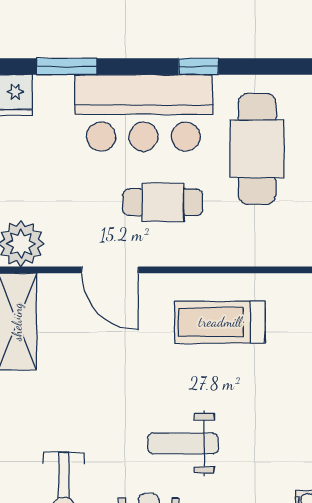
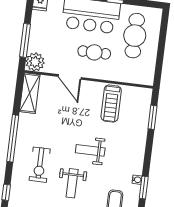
treadmill: (220, 322) -> (111, 104), turned -90

